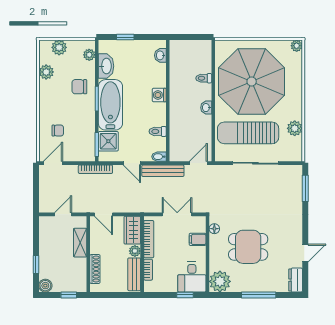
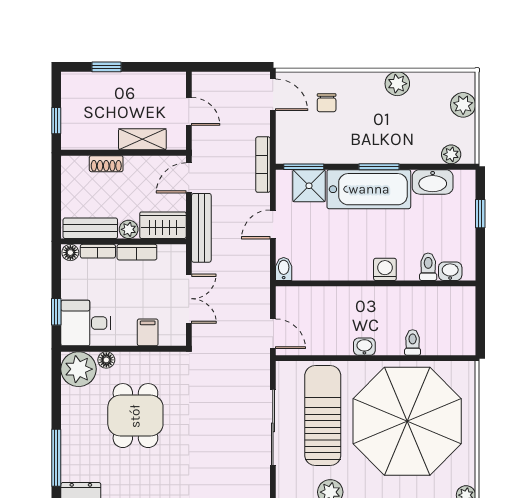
plant: (46, 72) -> (397, 84), moved
chair: (79, 87) -> (399, 138), removed
toilet: (158, 131) -> (428, 267), moved
bench: (163, 171) -> (201, 228), moved
floor lamp: (214, 229) -> (106, 360), moved
bookcase: (149, 239) -> (137, 252), width x0.64
shoe rack: (95, 269) -> (106, 164), width x0.70
boiler: (45, 286) -> (72, 82), removed
floor lamp: (149, 286) -> (70, 253), added
window: (259, 295) -> (56, 458), moved

